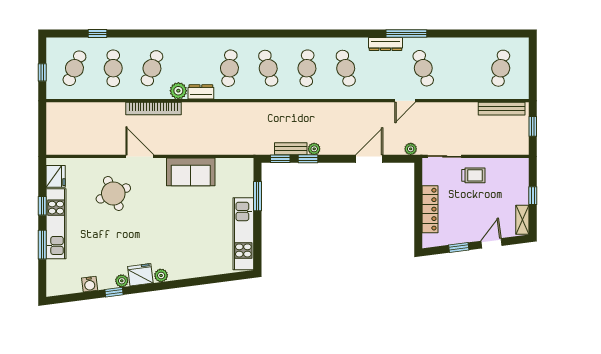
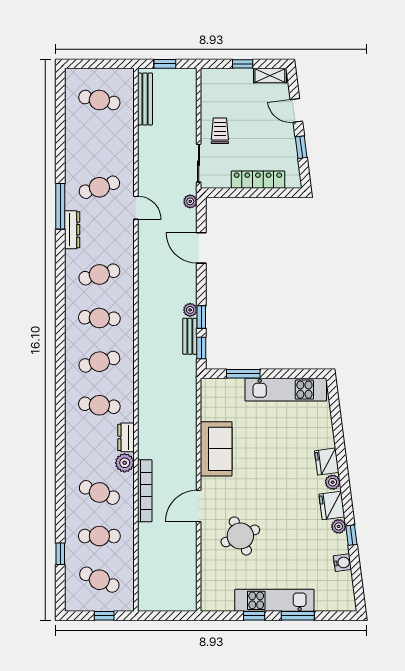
fridge: (56, 176) -> (327, 462), moved, turned -97

